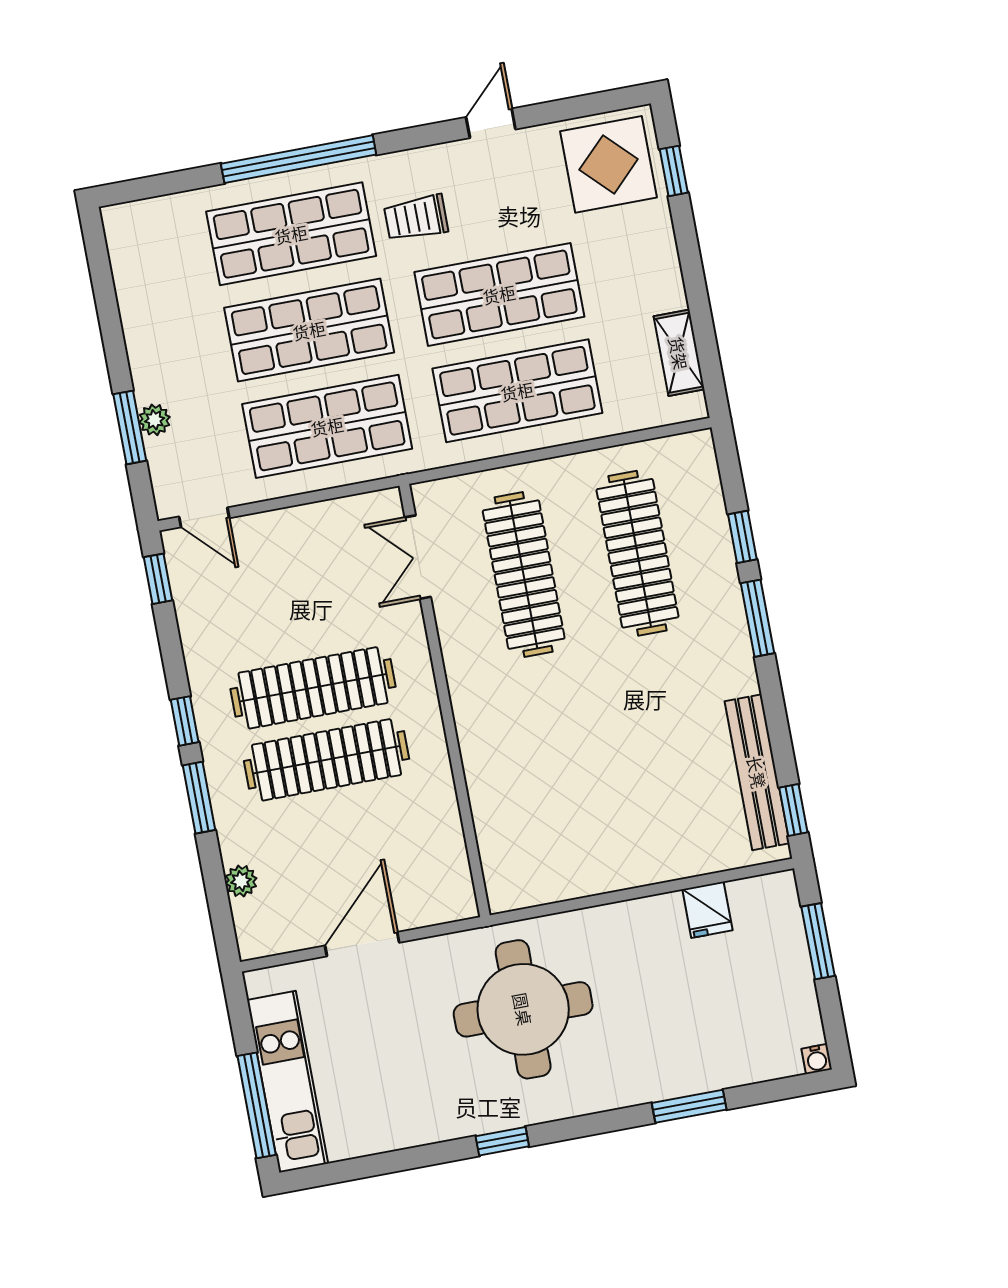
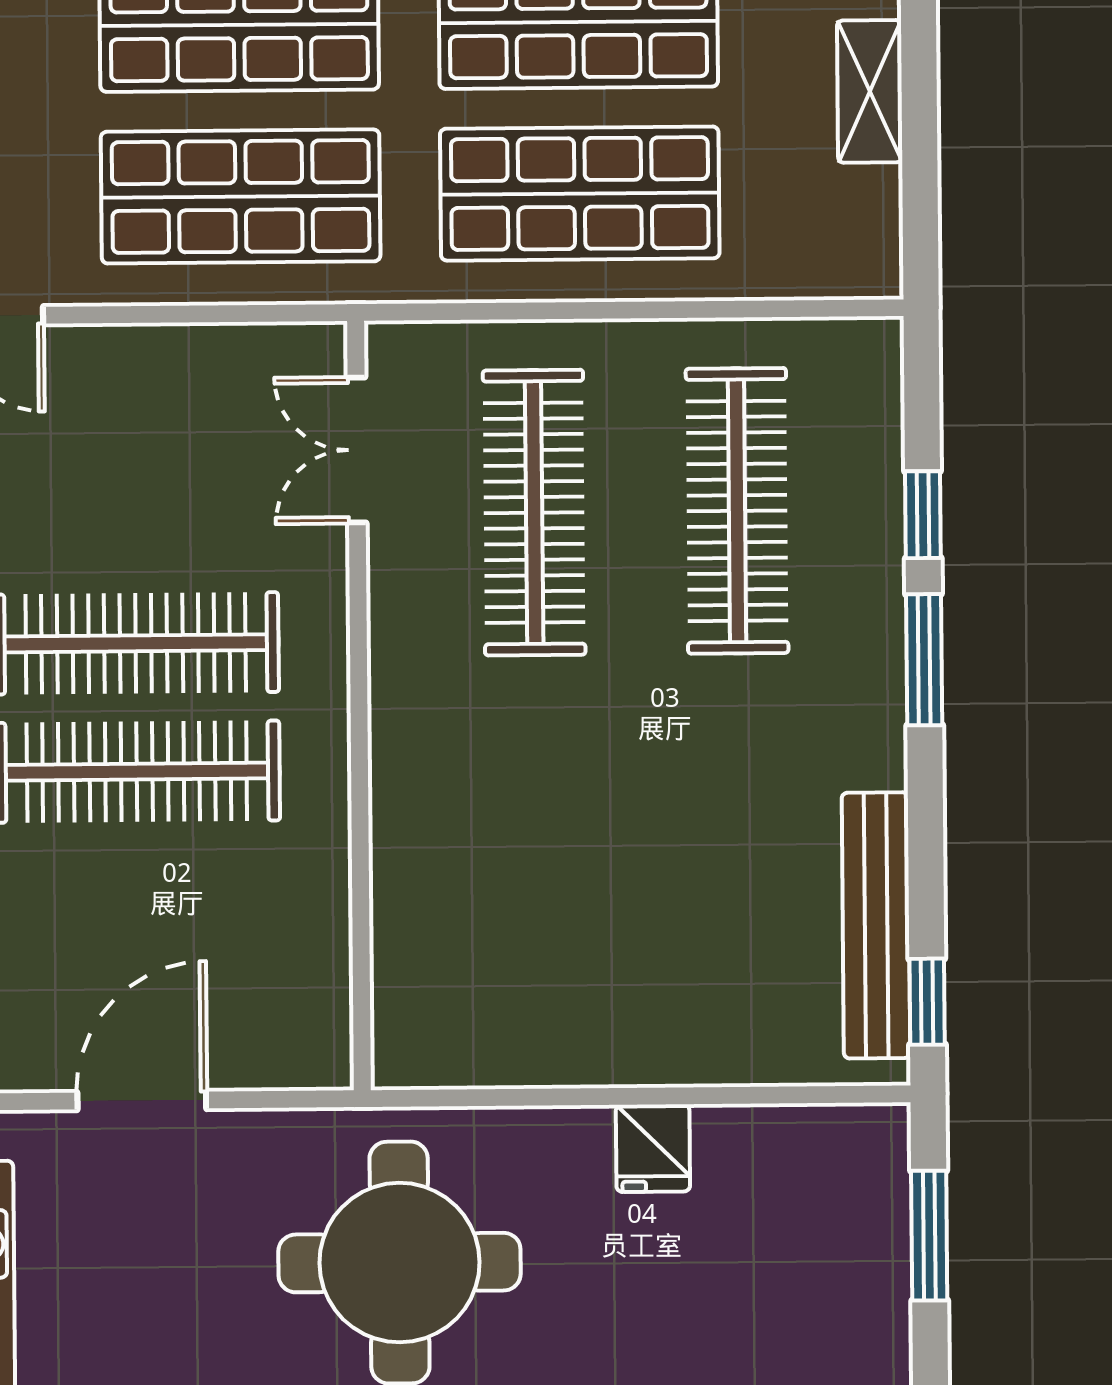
shelving: (679, 353) -> (870, 91), moved
fridge: (707, 910) -> (653, 1148), moved

